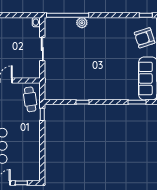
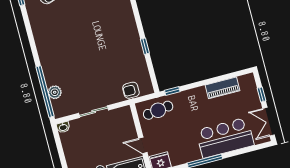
plant: (82, 23) -> (55, 92), moved
armchair: (51, 82) -> (131, 90), added
piano: (34, 154) -> (222, 88), added

